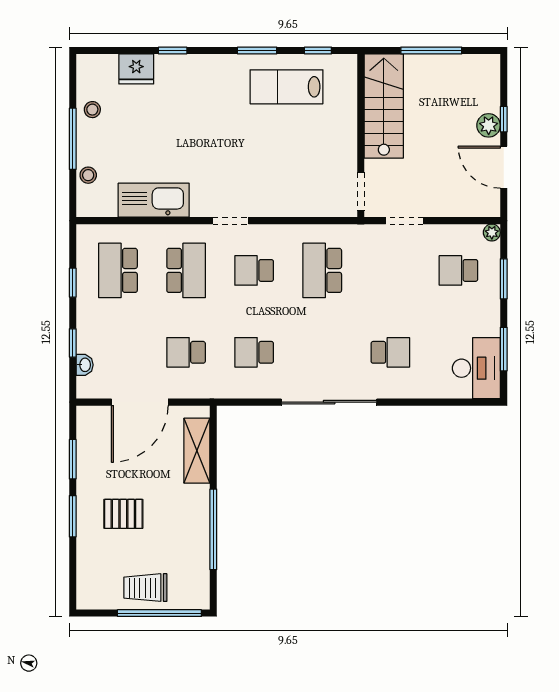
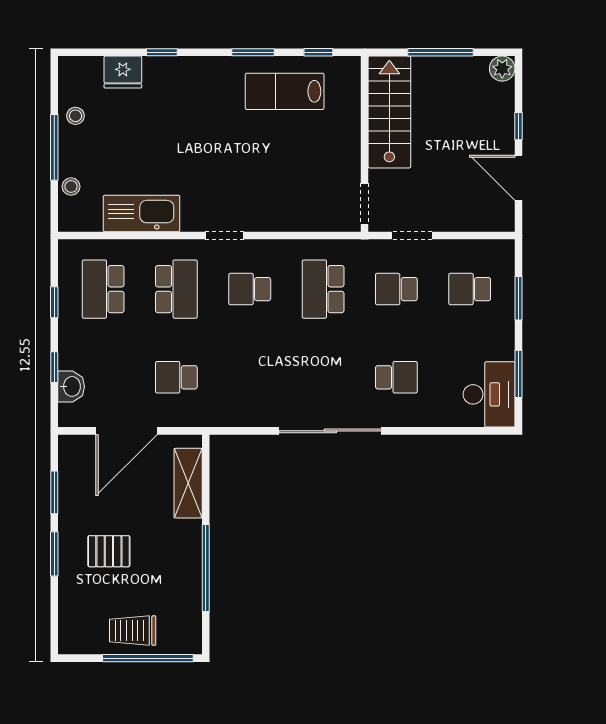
plant: (489, 125) -> (502, 69), moved
plant: (492, 233) -> (506, 248), removed
school desk: (254, 352) -> (396, 289), moved
washbasin: (85, 365) -> (71, 386), width x1.38, depth x1.45

